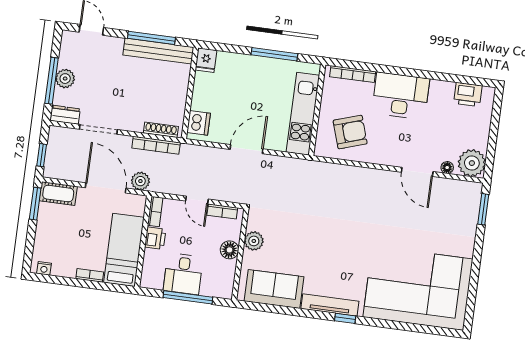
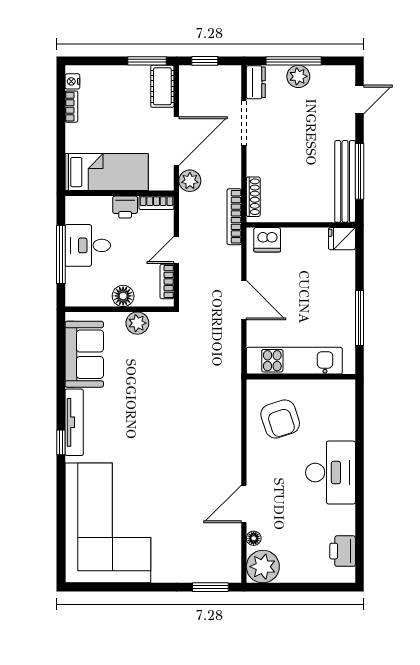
bookcase: (353, 74) -> (348, 413), removed
bookcase: (156, 145) -> (234, 217), moved
bookcase: (90, 275) -> (71, 107), moved

